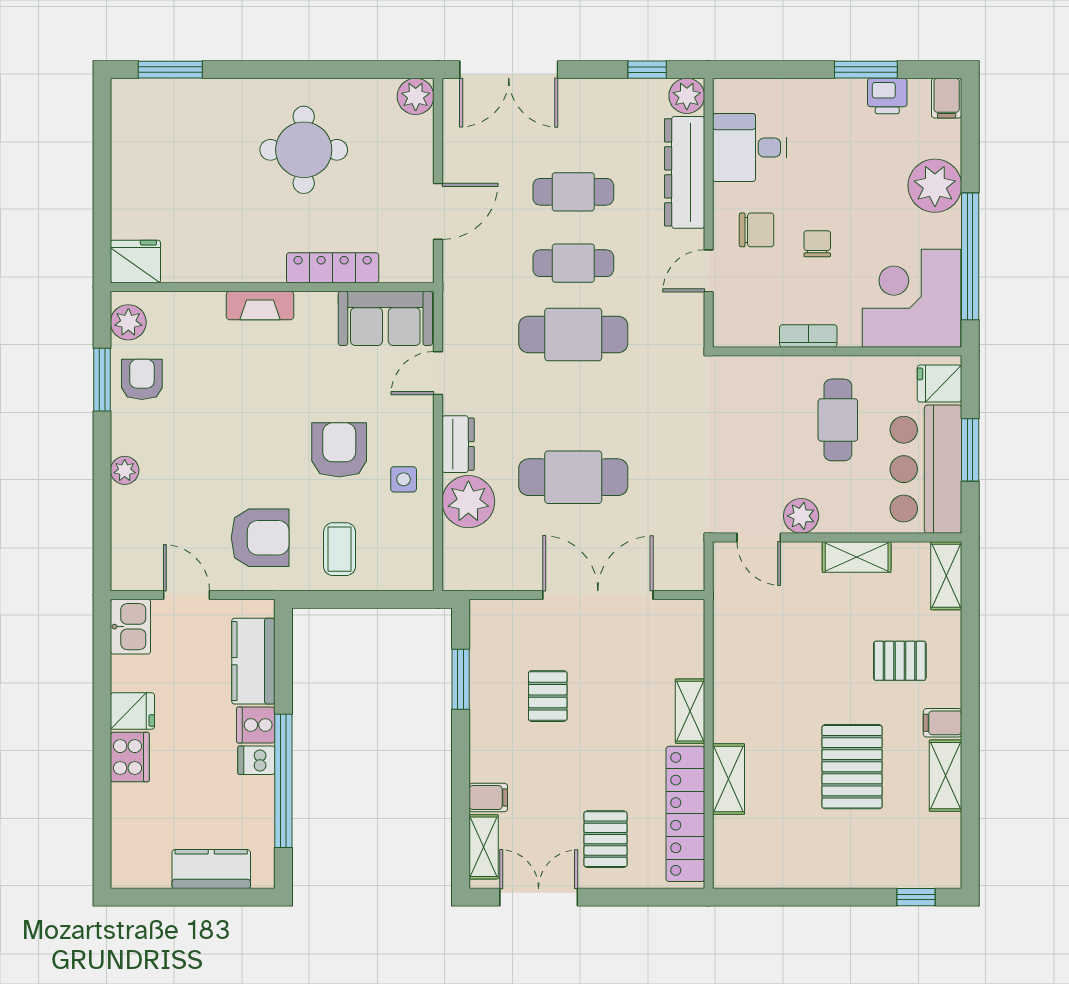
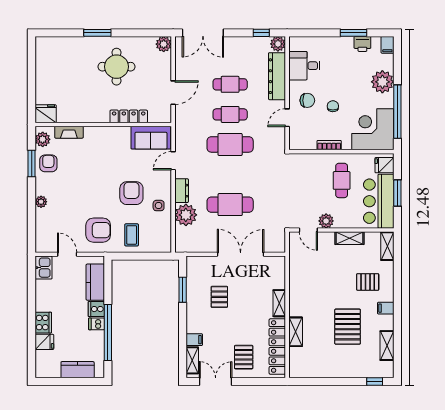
window: (170, 70) -> (97, 33), moved
fireplace: (260, 306) -> (69, 132), moved
fridge: (132, 711) -> (44, 342), moved
shelving: (945, 776) -> (387, 346), moved

